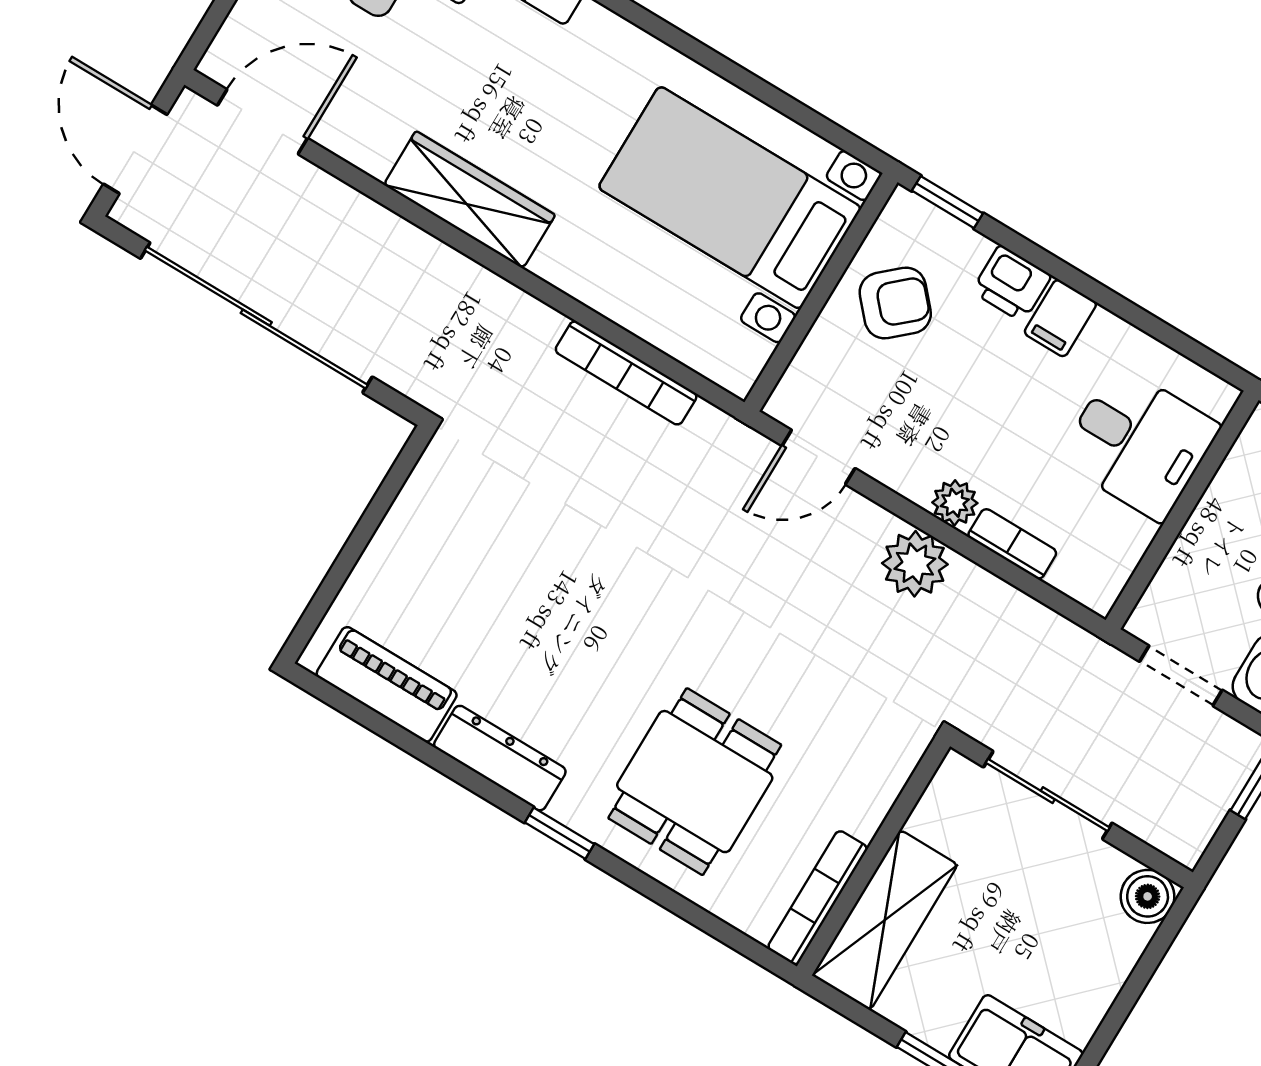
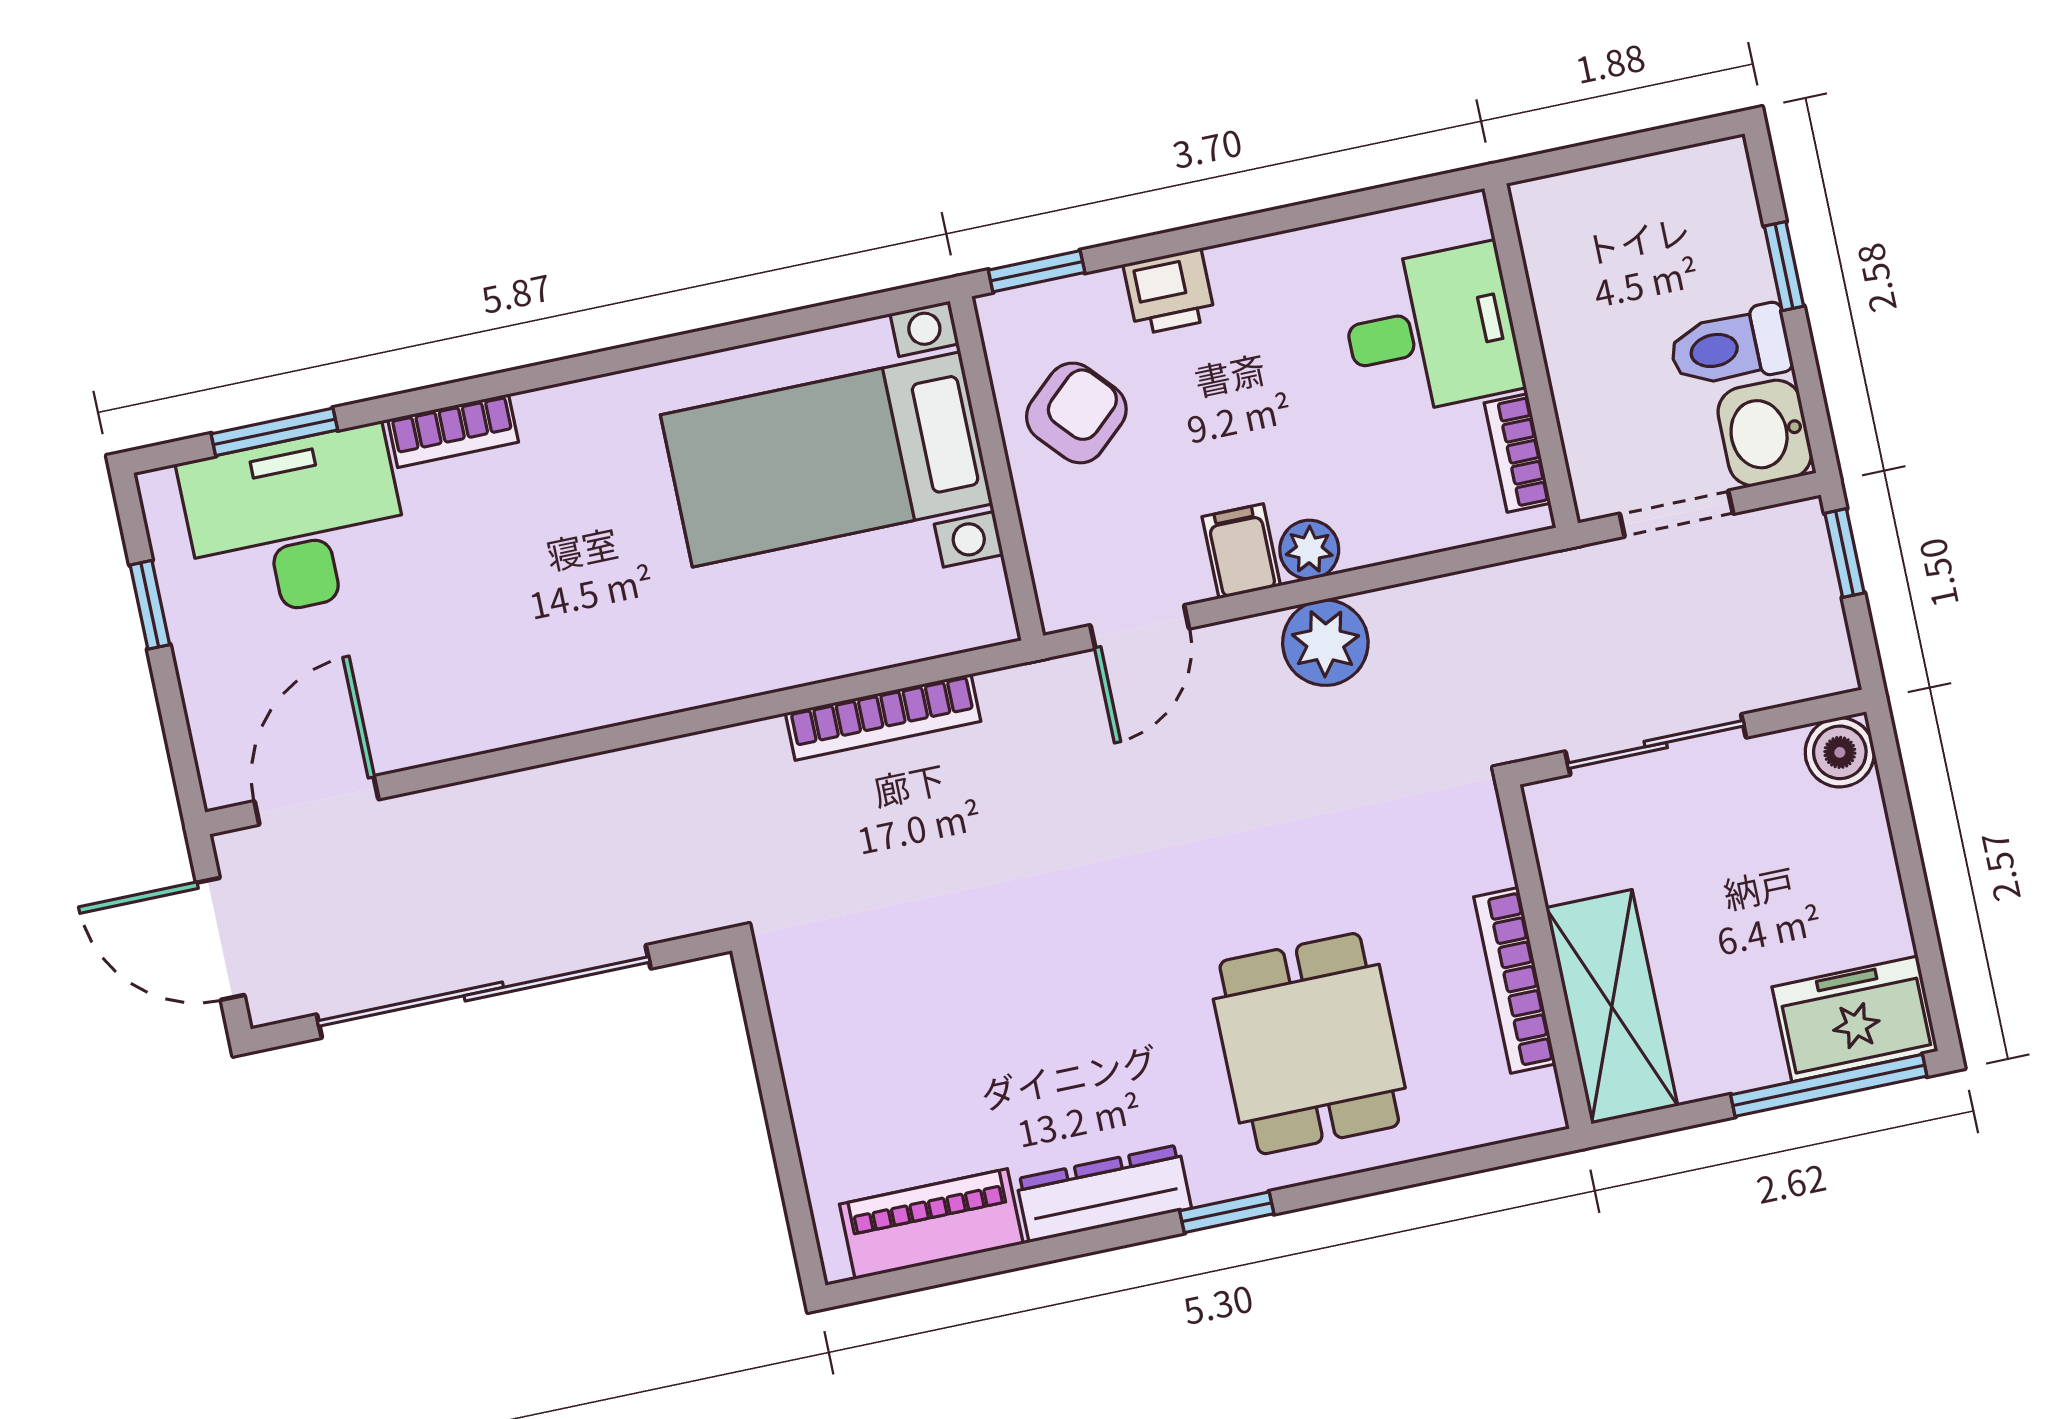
wardrobe: (469, 200) -> (581, 691), removed
filing cabinet: (1060, 318) -> (1241, 551), moved, turned 180
bookcase: (1012, 544) -> (1517, 453), moved, turned -90
bookcase: (818, 898) -> (1515, 980), moved

